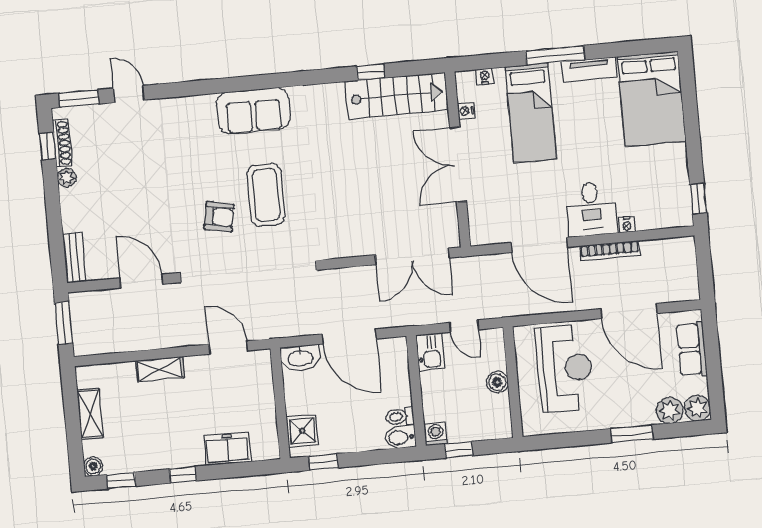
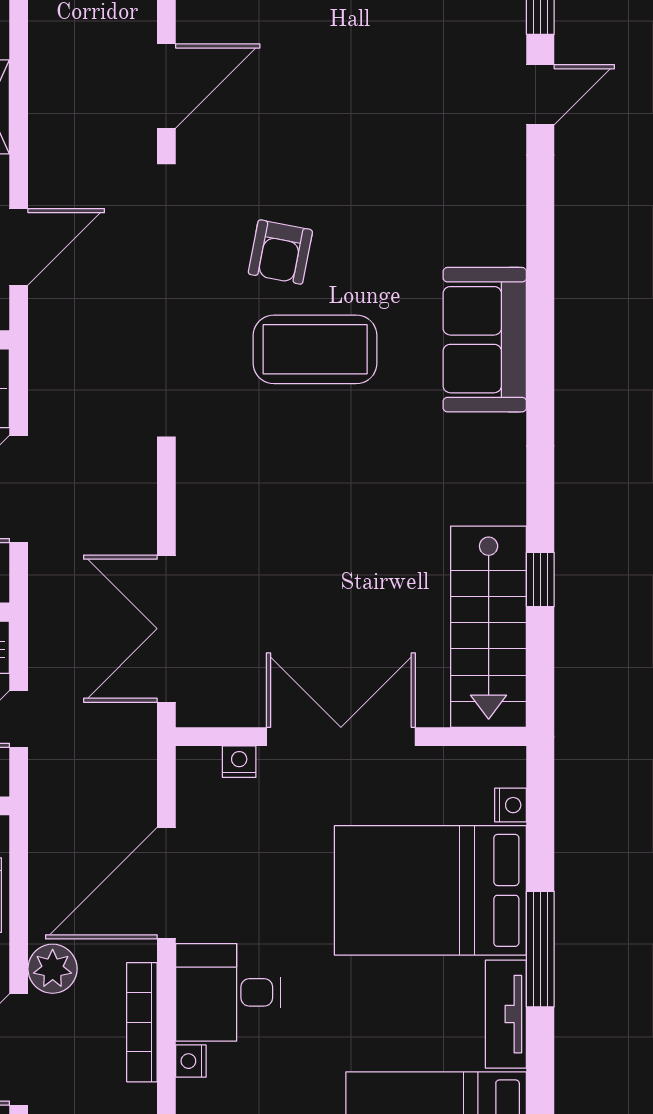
nightstand: (466, 111) -> (239, 762), moved
bed: (531, 113) -> (430, 890), width x1.50
plant: (587, 298) -> (53, 969), added

